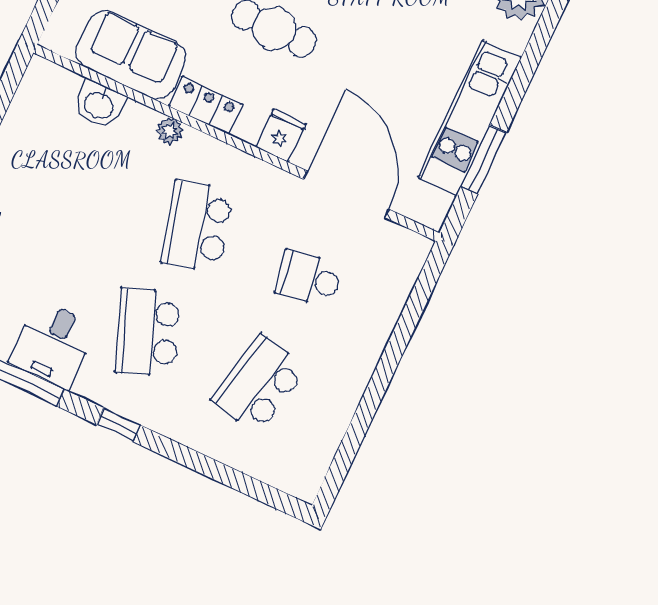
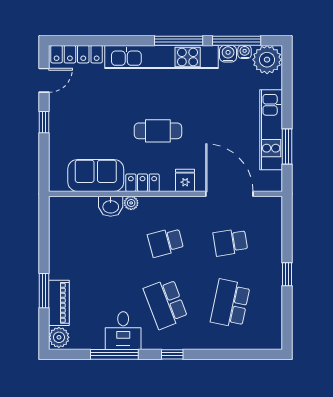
washbasin: (99, 105) -> (111, 206), moved
school desk: (197, 226) -> (166, 242), width x0.54
window: (381, 379) -> (287, 274), added

